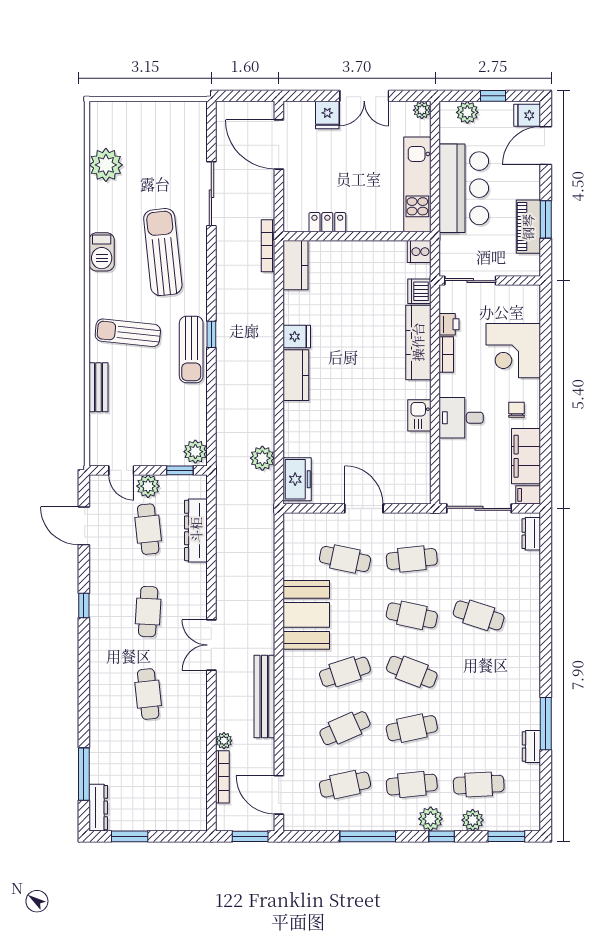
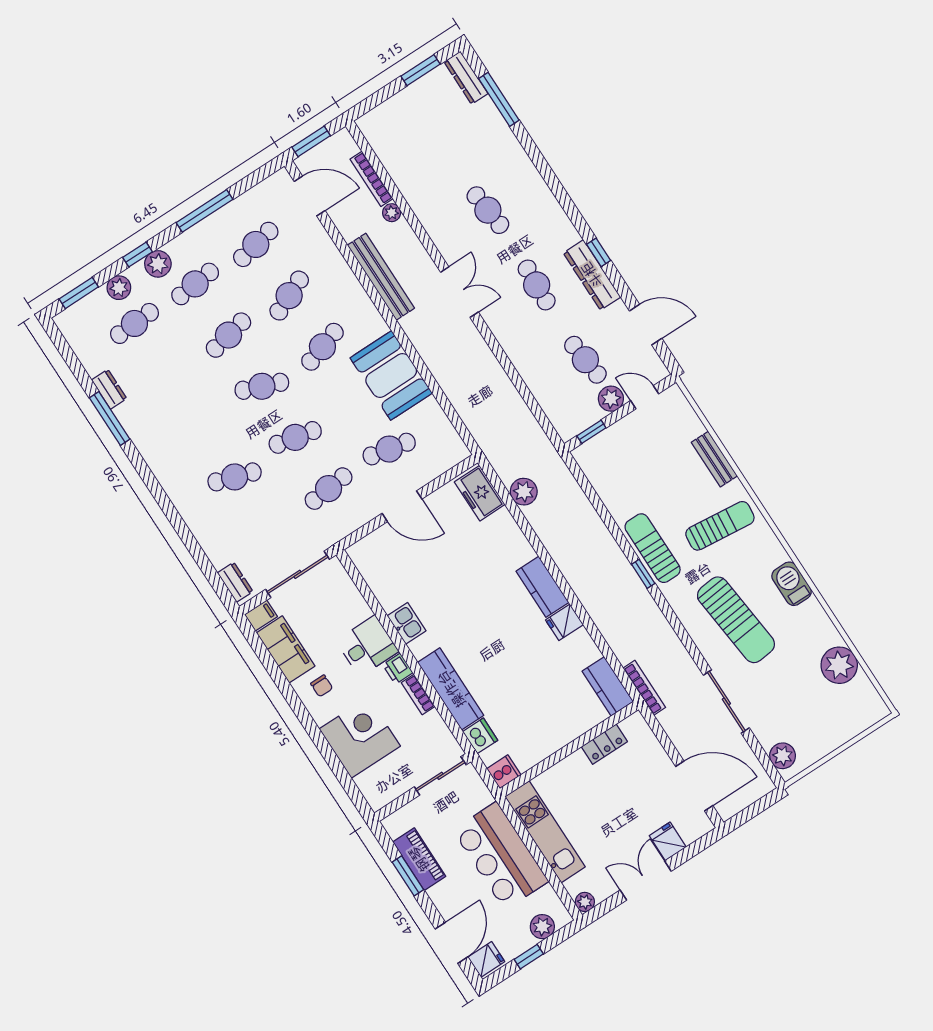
printer: (449, 324) -> (398, 669), moved
plant: (195, 452) -> (783, 756), moved
dresser: (196, 530) -> (592, 275), moved, turned 180

